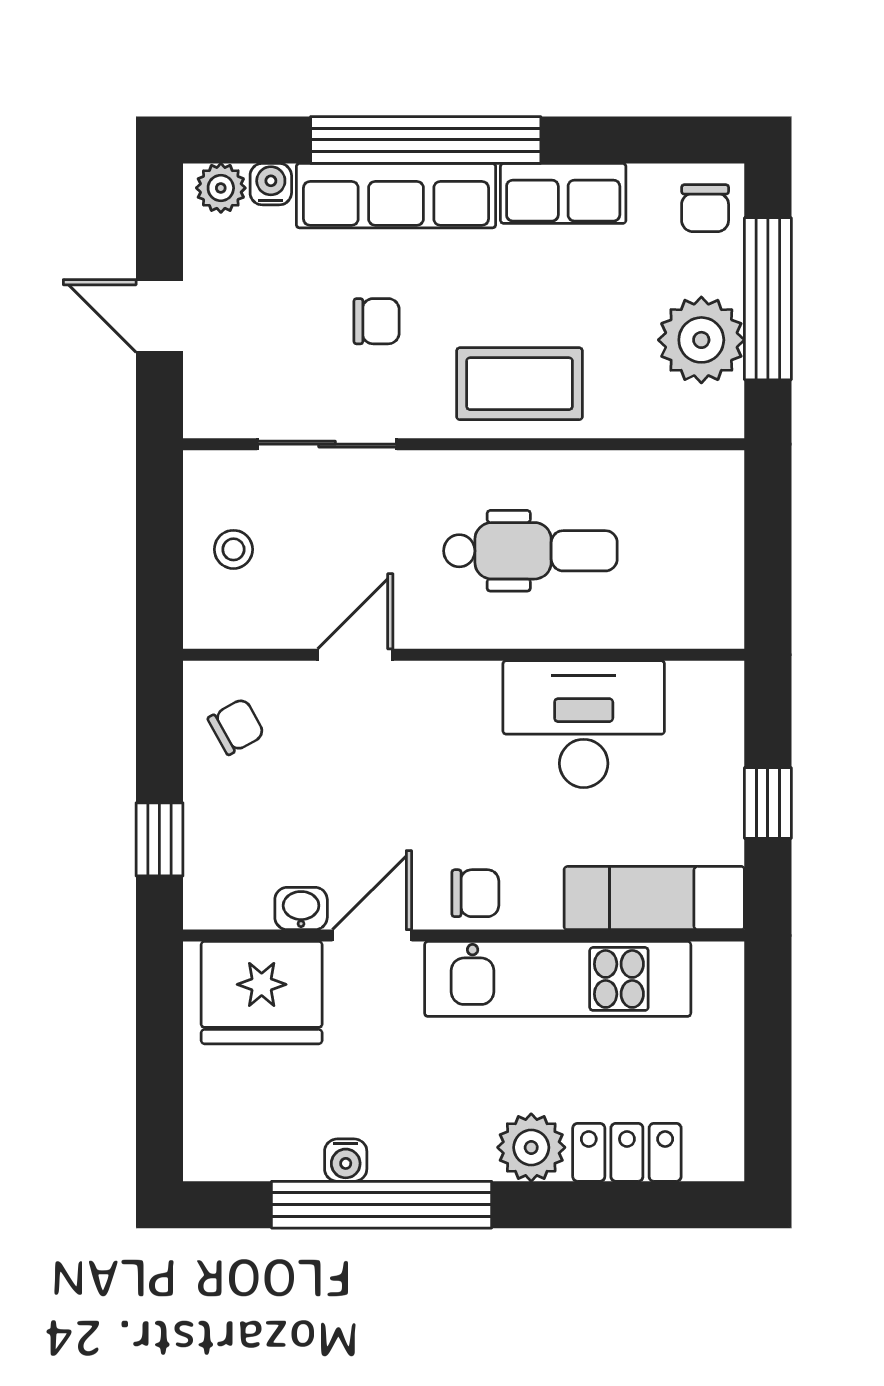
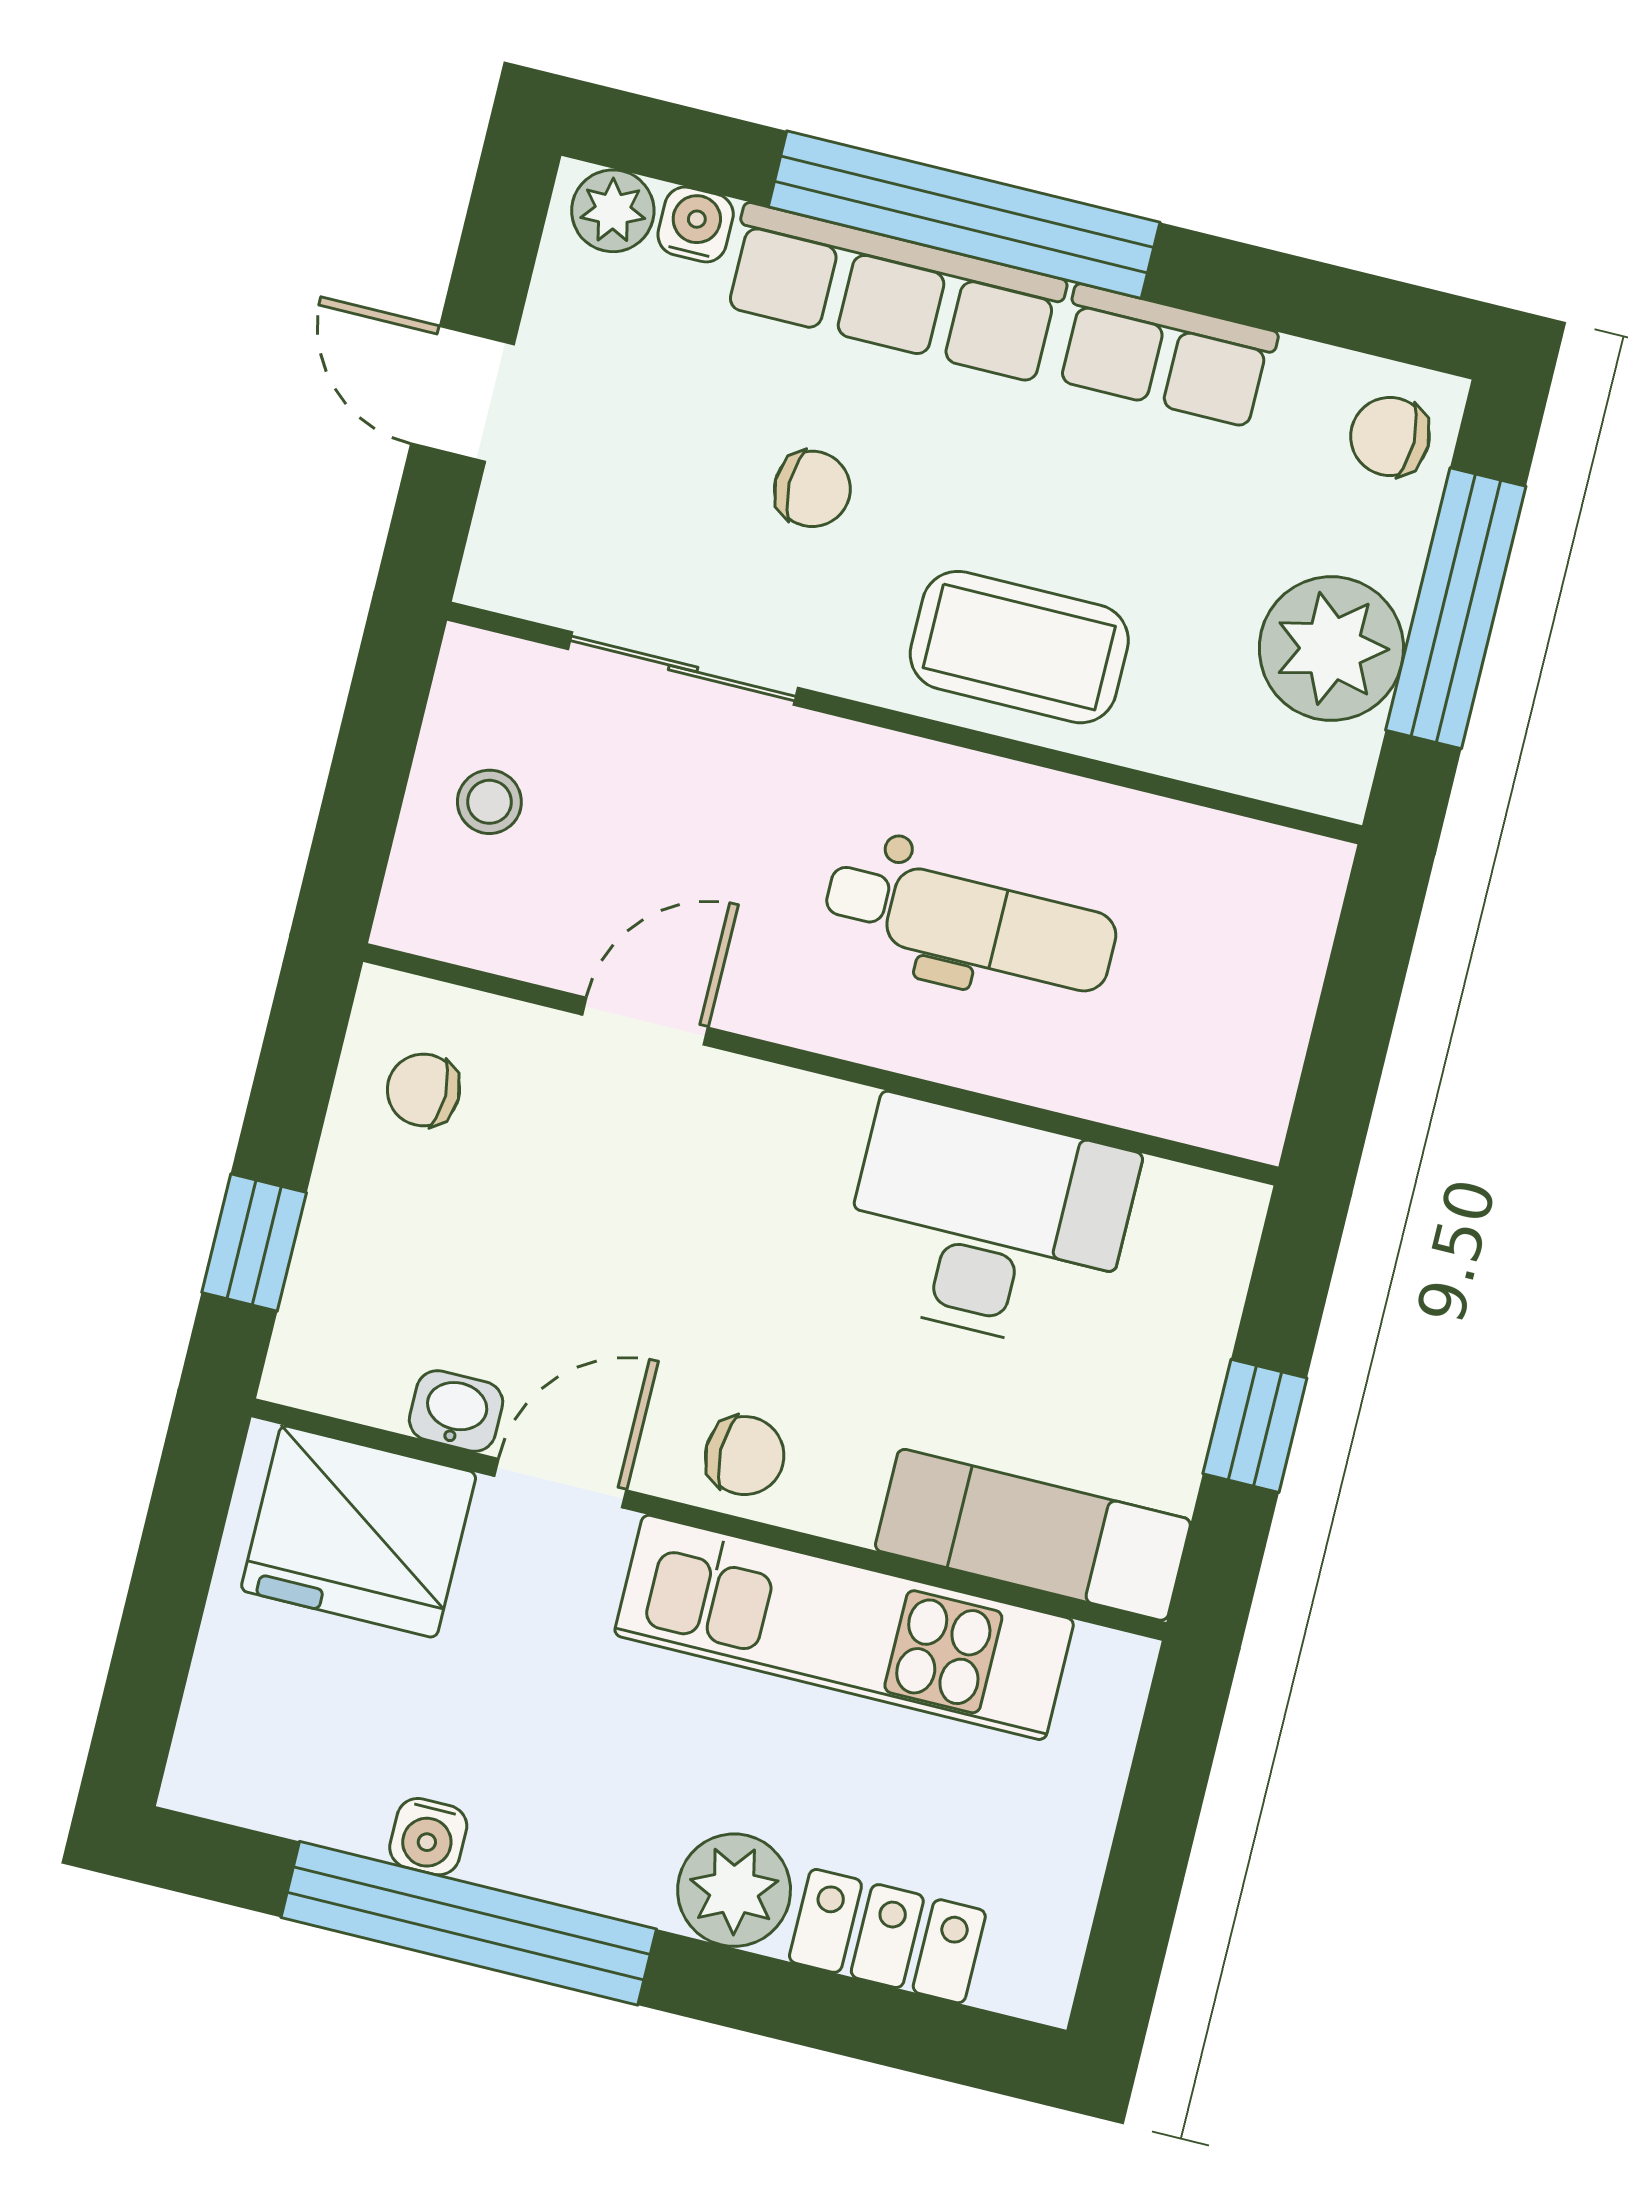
chair: (705, 208) -> (1390, 436), turned 90
chair: (236, 726) -> (423, 1090), turned -151

